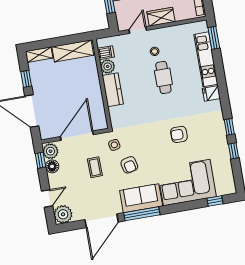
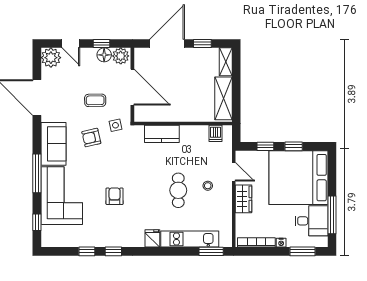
plant: (108, 66) -> (200, 133), removed
cafe table: (163, 77) -> (178, 190), turned 90
kitchen counter: (113, 90) -> (162, 134), moved
window: (40, 160) -> (102, 44), moved
window: (142, 214) -> (37, 173), moved

